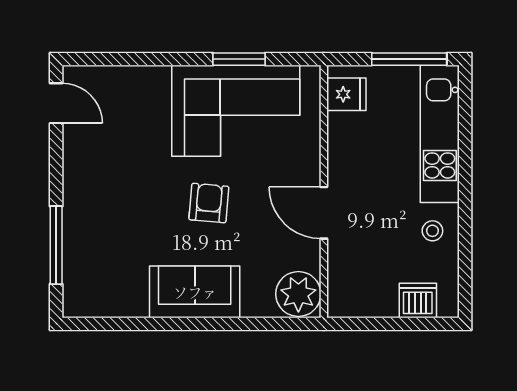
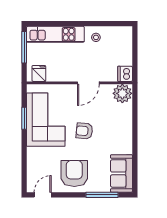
armchair: (107, 179) -> (74, 173), added
sofa: (195, 292) -> (121, 173), moved
dishwasher: (418, 300) -> (125, 74), moved

